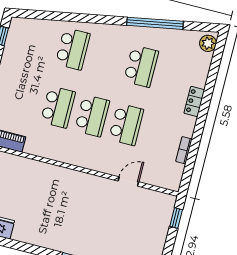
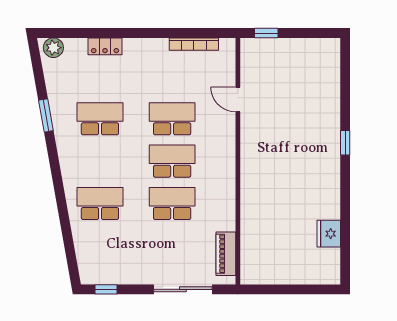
window: (155, 23) -> (46, 115), width x0.47
locker: (194, 102) -> (105, 46), moved
bookcase: (184, 150) -> (194, 44), width x1.56

